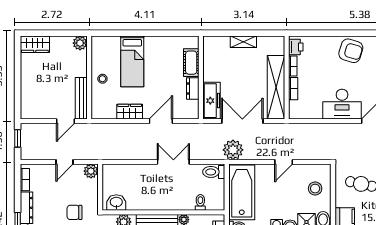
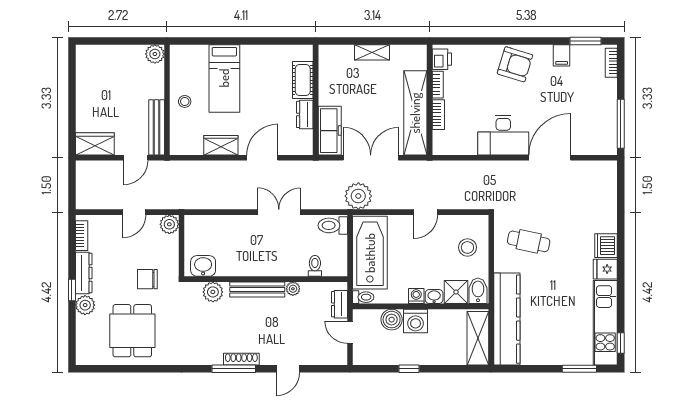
wardrobe: (35, 44) -> (95, 144), moved, turned 180
window: (18, 138) -> (72, 181), removed

